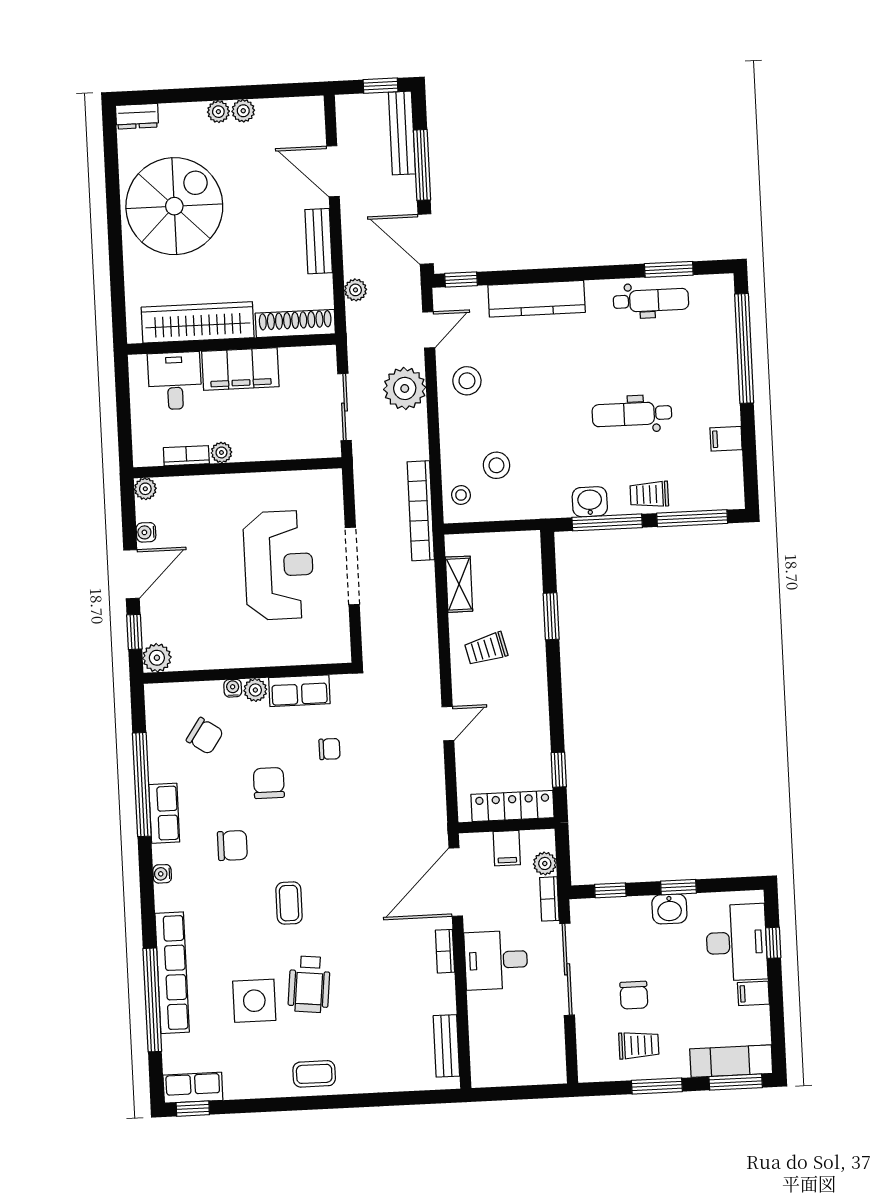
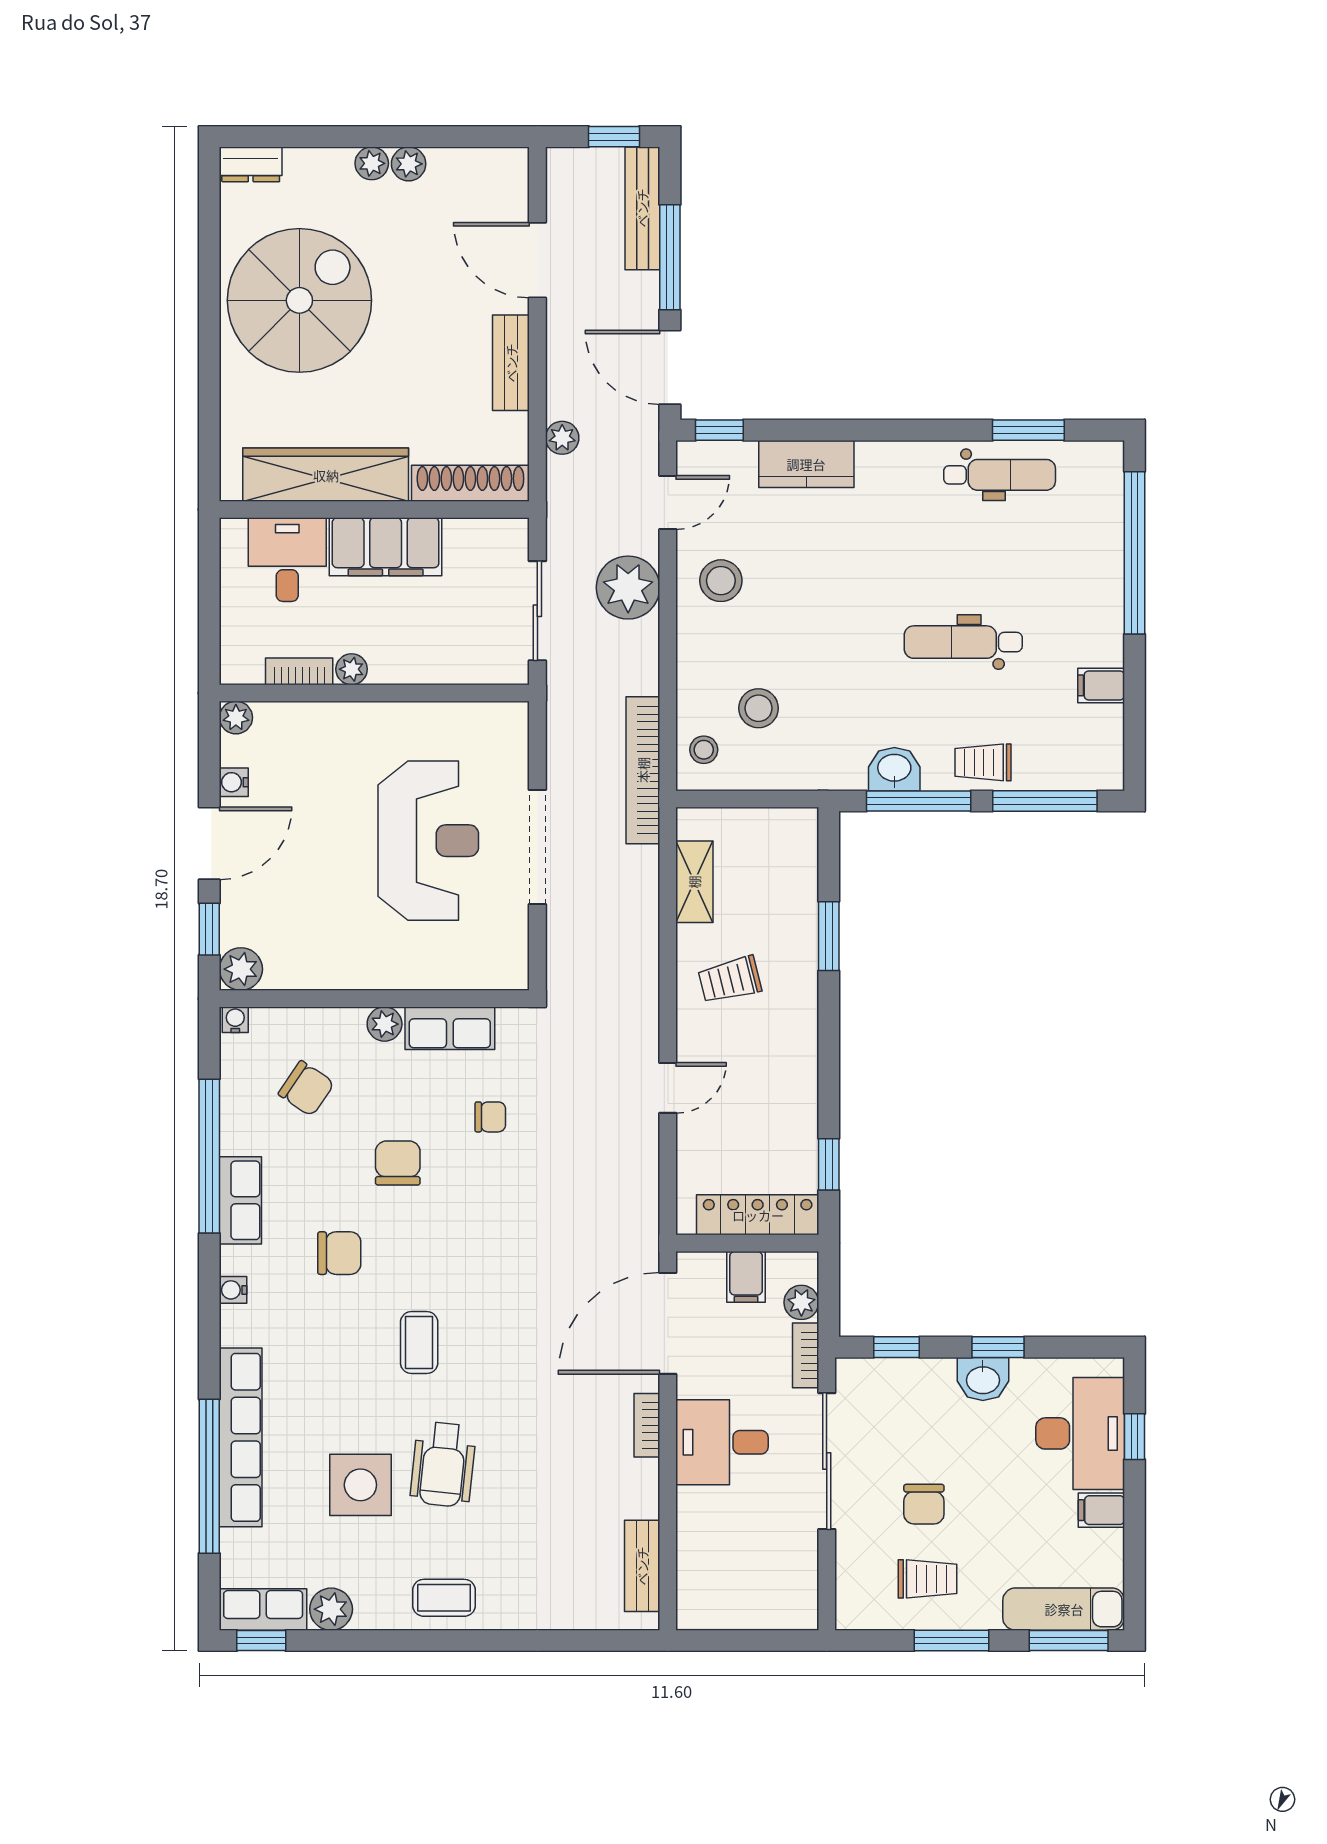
kitchen counter: (537, 299) -> (806, 464), width x0.67
water cooler: (233, 688) -> (235, 1020), moved
plant: (239, 1085) -> (331, 1609), added

